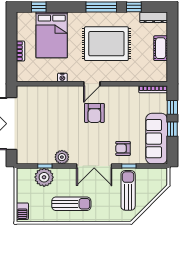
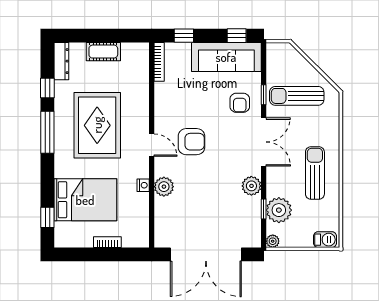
plant: (61, 93) -> (164, 187), added
window: (172, 129) -> (237, 36), moved
plant: (21, 173) -> (273, 241), added

